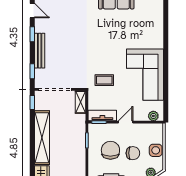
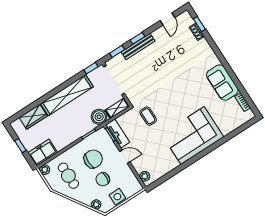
window: (32, 34) -> (137, 38), moved
corner sofa: (145, 75) -> (193, 136), moved
boiler: (78, 122) -> (99, 117), added
chair: (133, 153) -> (103, 179), turned 92

